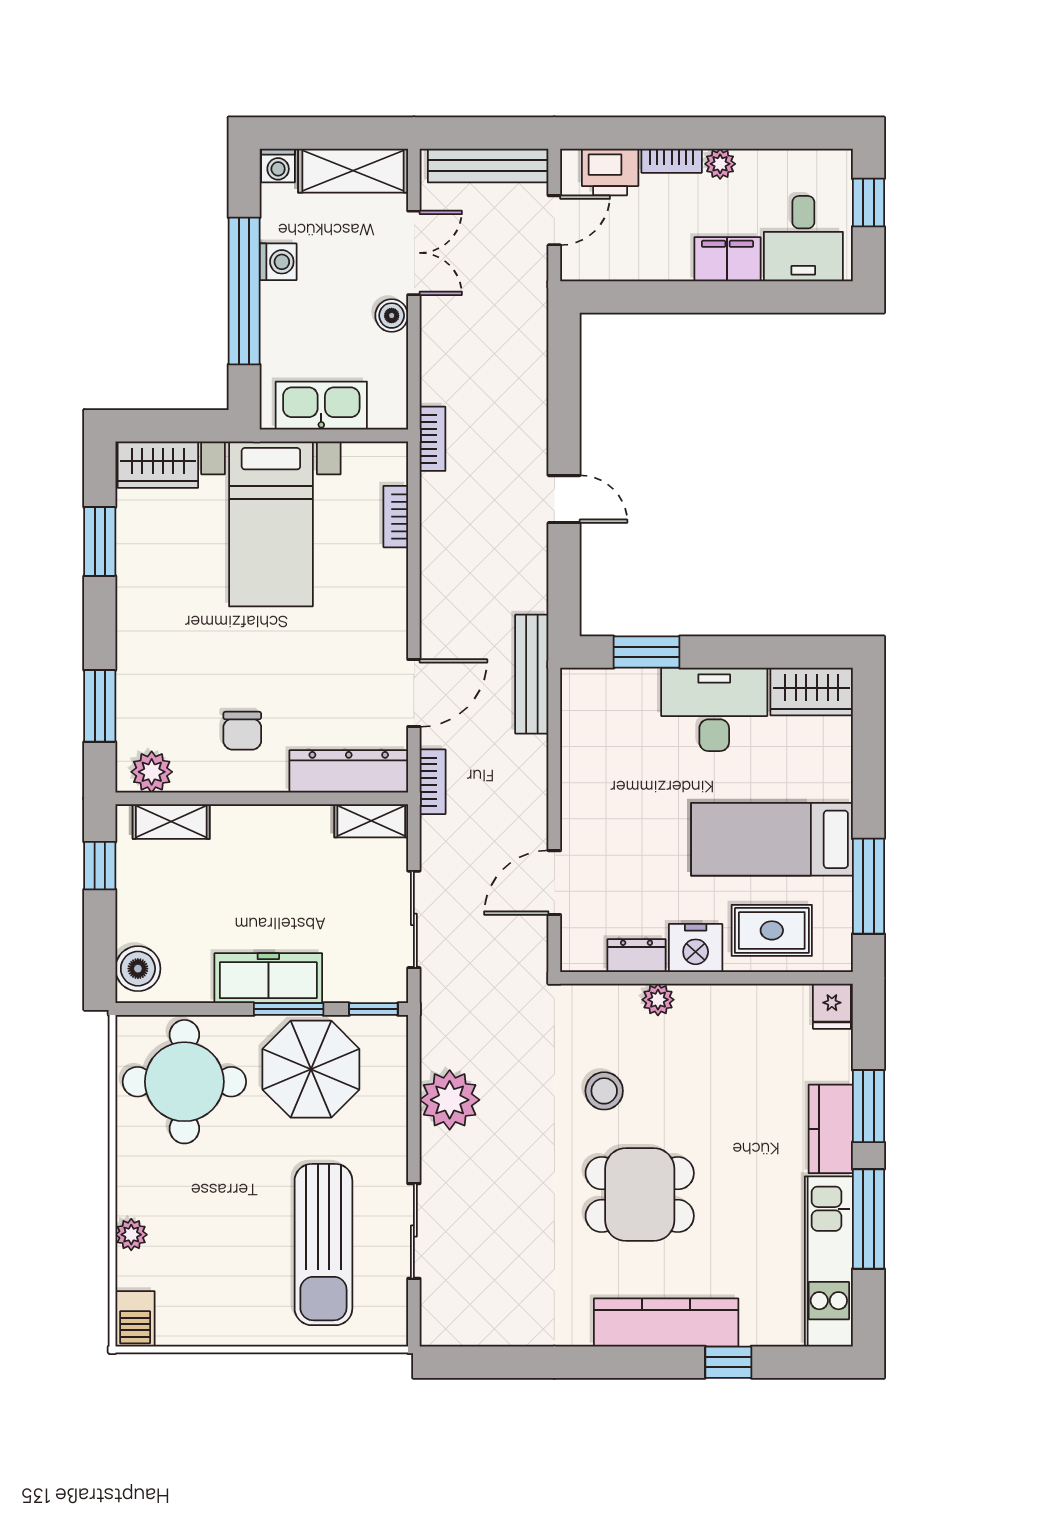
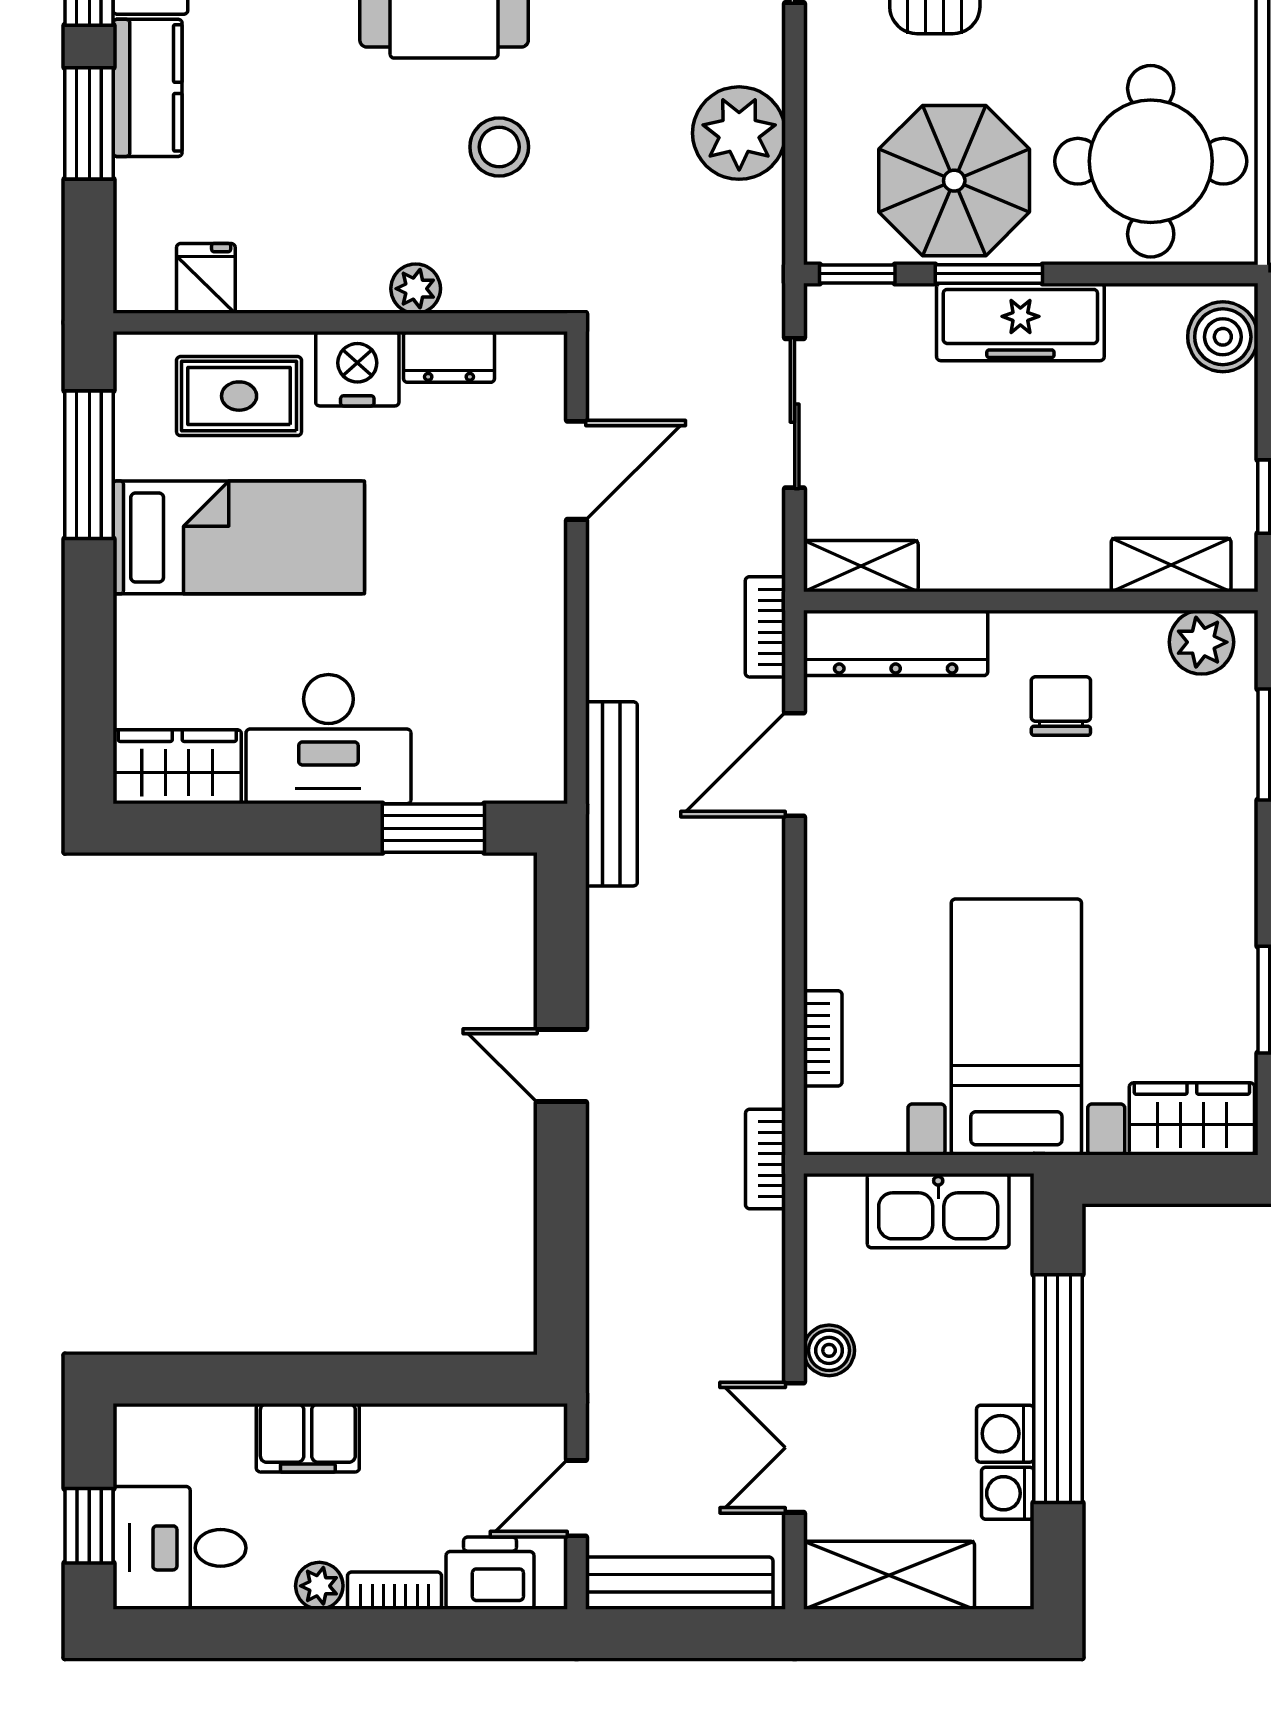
washing machine: (278, 166) -> (1008, 1493), moved, turned -90
desk: (803, 239) -> (180, 1548), moved, turned -90
fridge: (832, 1006) -> (206, 278), moved

